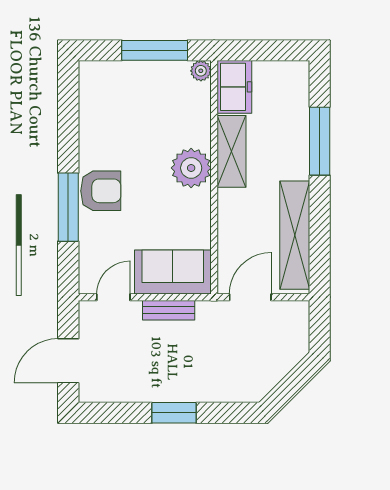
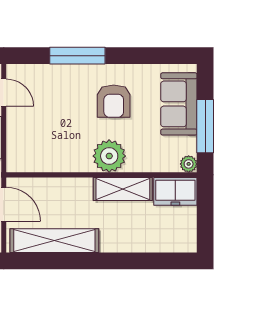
window: (320, 141) -> (131, 261), removed
armchair: (101, 191) -> (114, 101), moved
sofa: (173, 272) -> (179, 104), moved, turned 180

